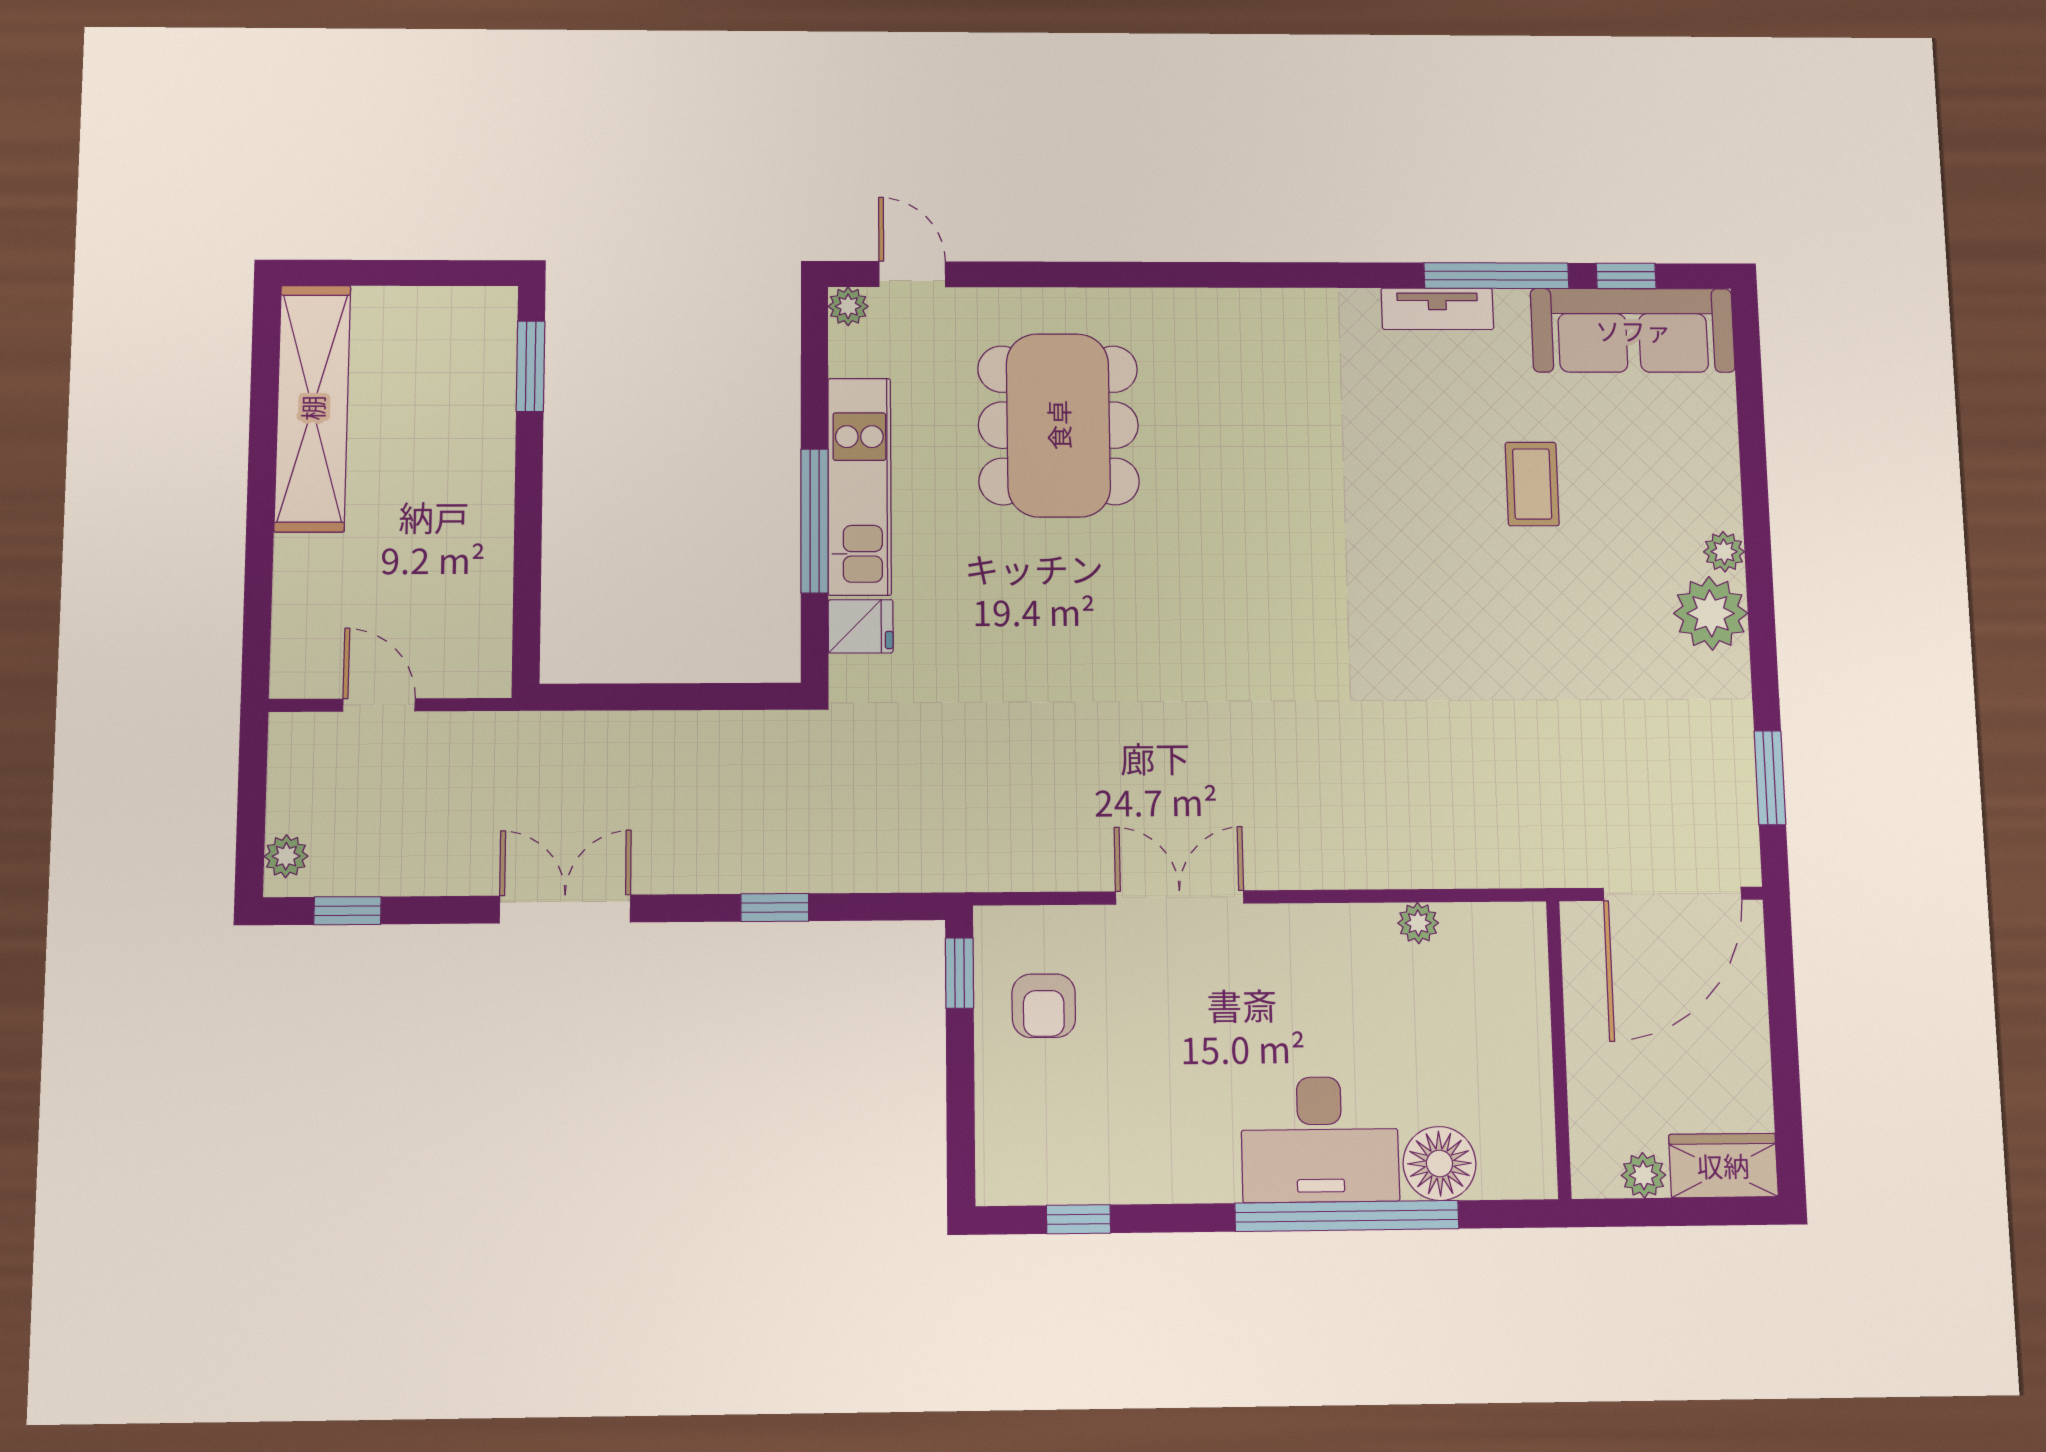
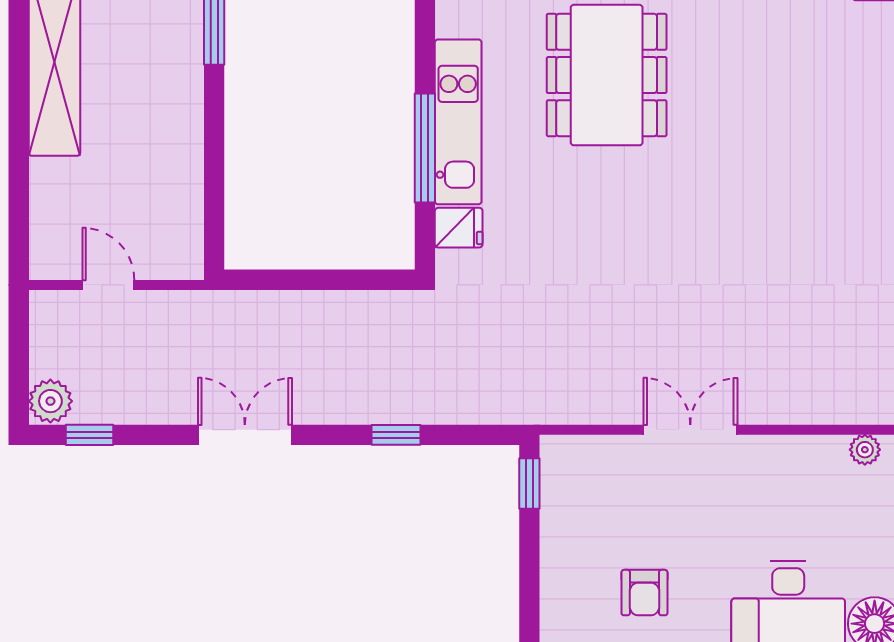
plant: (286, 856) -> (50, 401), width x1.38, depth x1.38
armchair: (1044, 1006) -> (644, 593), moved

